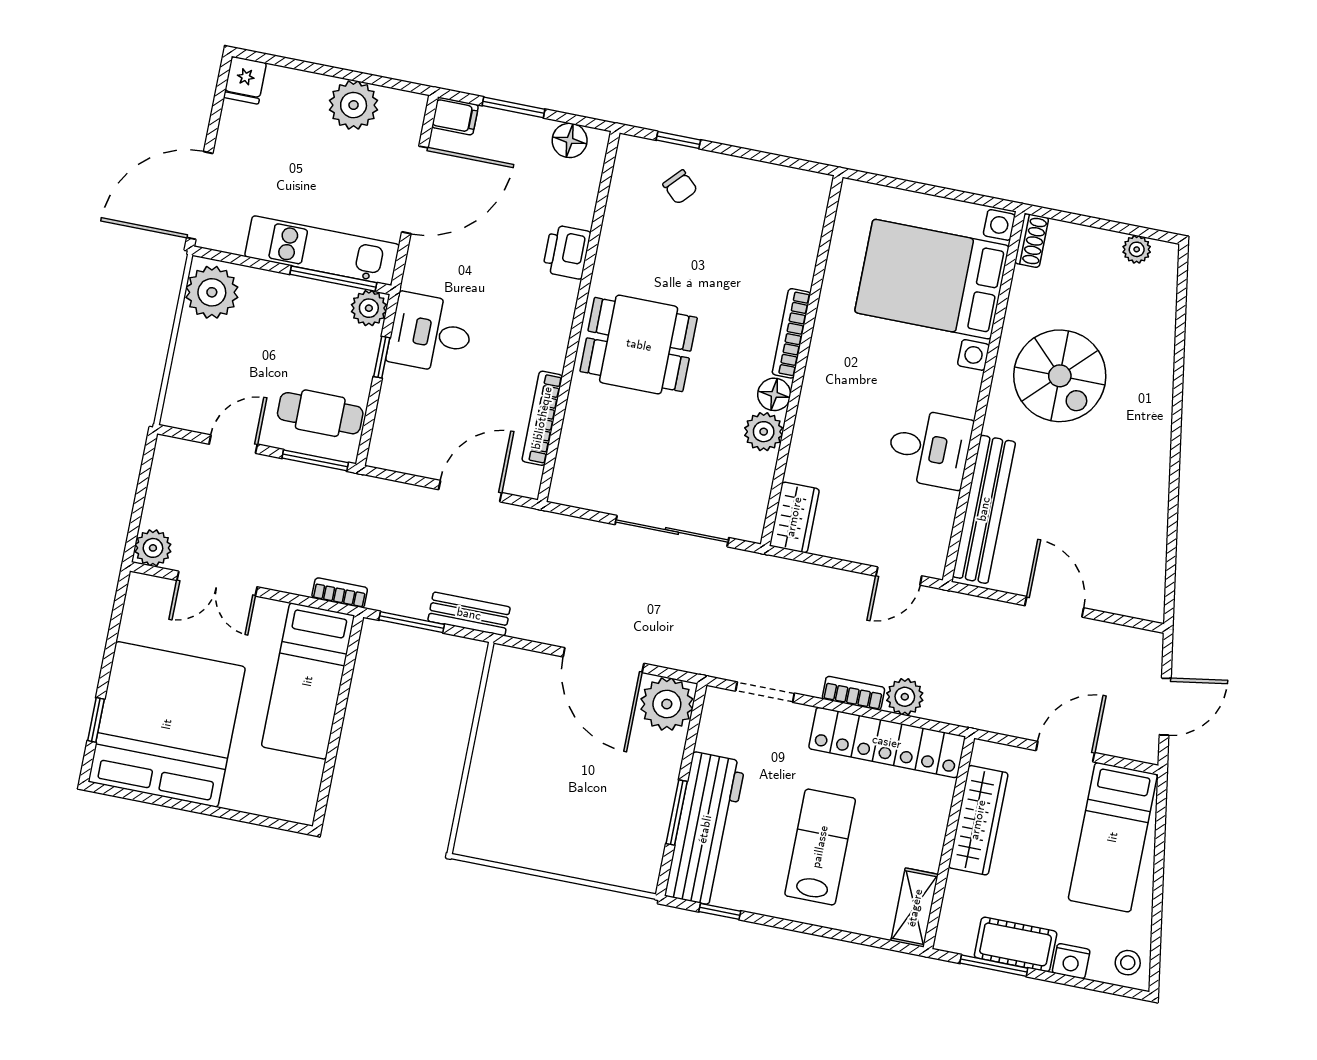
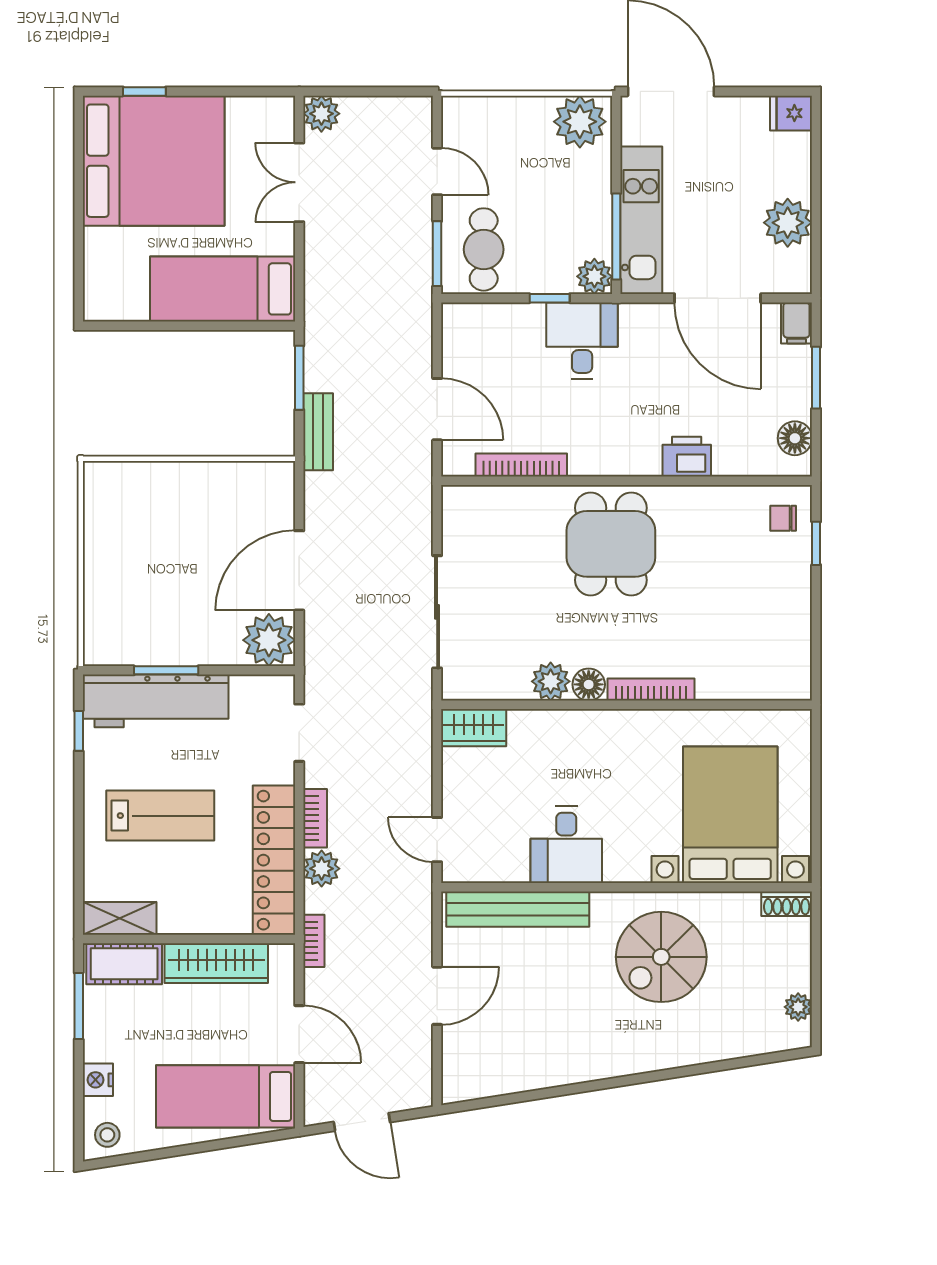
chair: (680, 187) -> (783, 518), moved, turned 47
bookcase: (340, 593) -> (314, 941), moved
cot: (1016, 944) -> (124, 964), moved, turned 90

